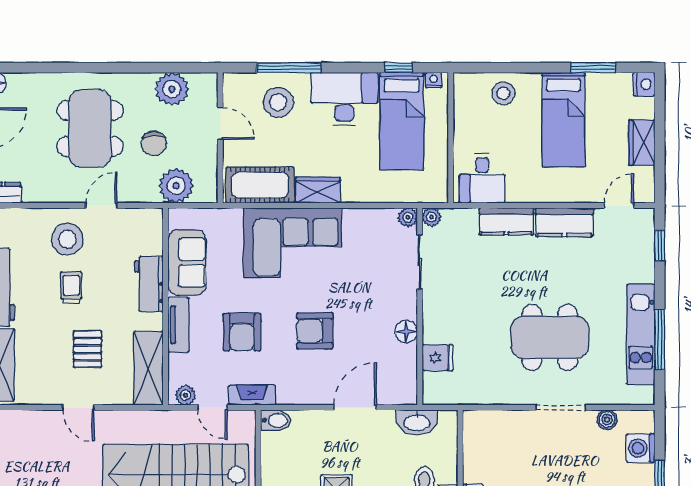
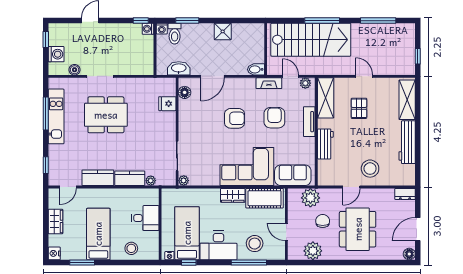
desk: (482, 178) -> (145, 218), moved, turned 90
plant: (431, 217) -> (151, 181), moved
sofa: (187, 262) -> (293, 175), moved, turned 90
trolley: (71, 288) -> (368, 142), removed
floor lamp: (406, 331) -> (185, 92), moved

